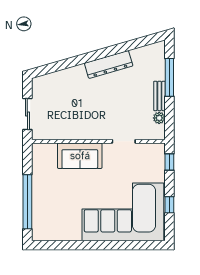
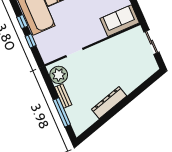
plant: (159, 118) -> (59, 75), width x1.88, depth x1.88
sofa: (80, 156) -> (120, 21), moved
window: (169, 162) -> (31, 41), moved

